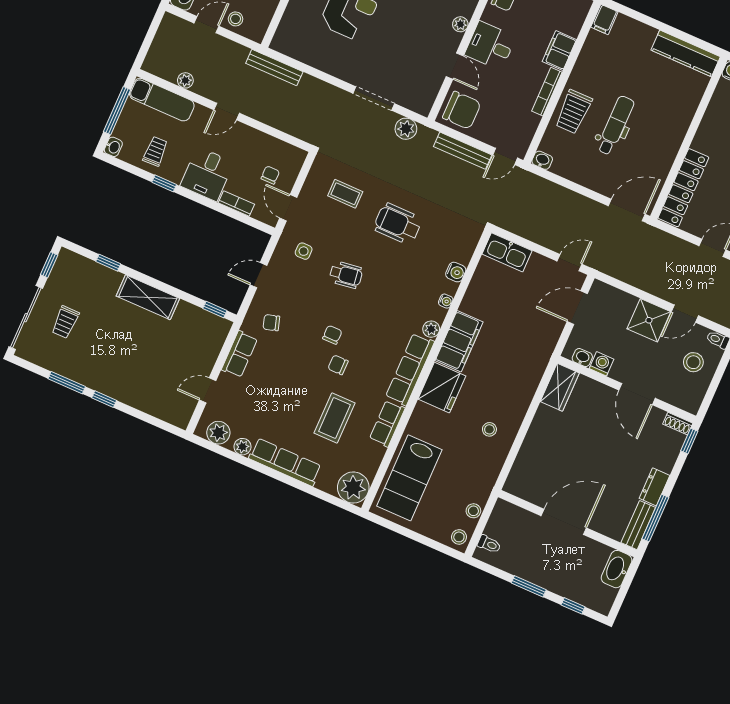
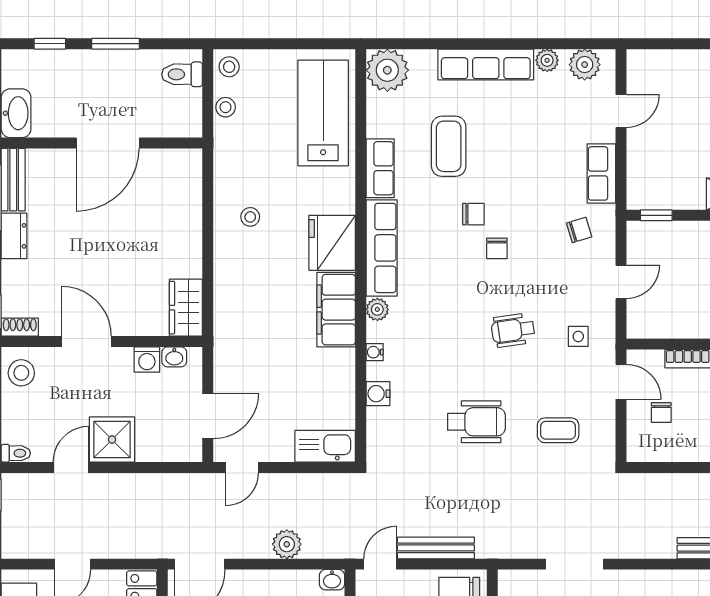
plant: (406, 129) -> (287, 544), moved
stool: (693, 362) -> (21, 373), moved
toilet: (489, 544) -> (182, 74), width x1.37, depth x1.39

